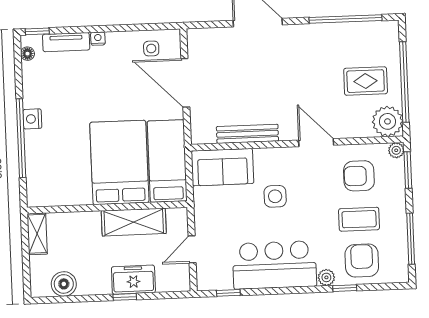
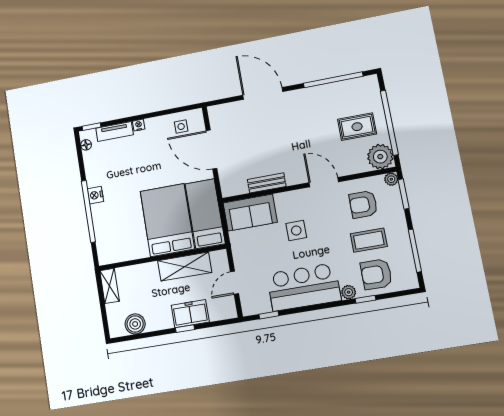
bench: (247, 134) -> (267, 183), width x0.73
armchair: (362, 261) -> (376, 274), turned -90

